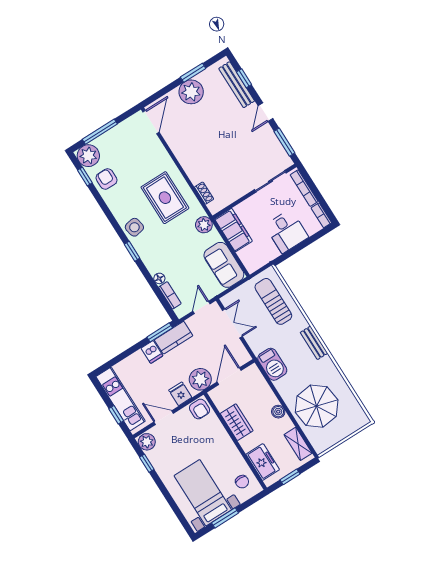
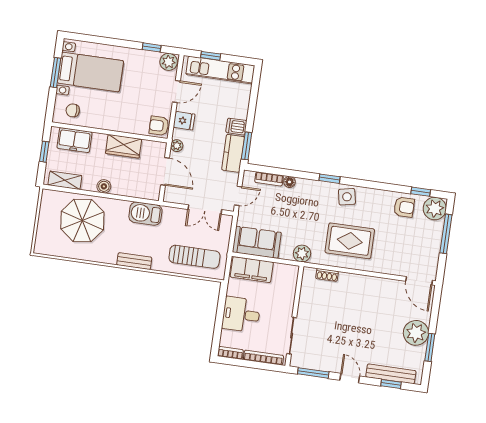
filing cabinet: (233, 230) -> (252, 270), moved
door: (202, 307) -> (238, 196), hinge flipped
plant: (200, 379) -> (177, 146), width x0.53, depth x0.53

